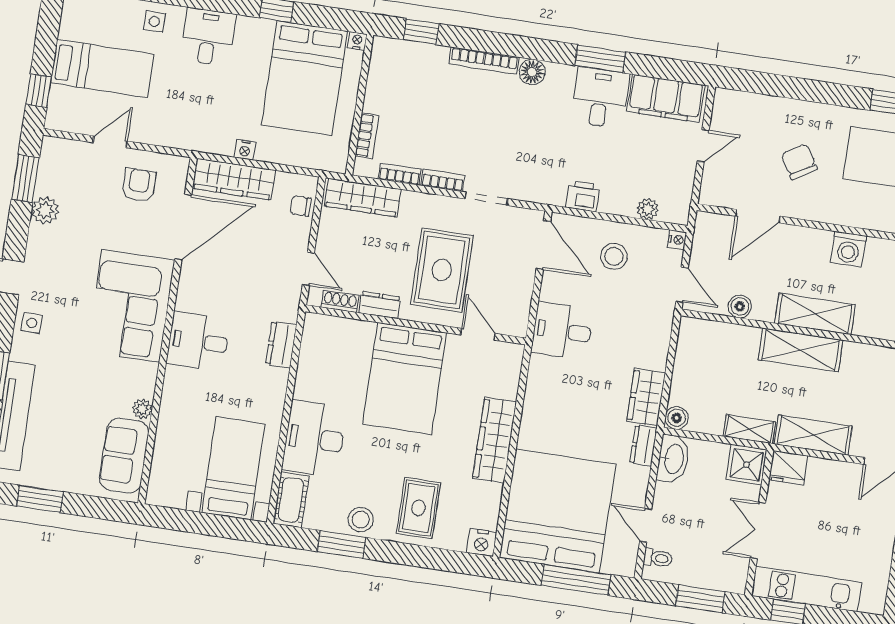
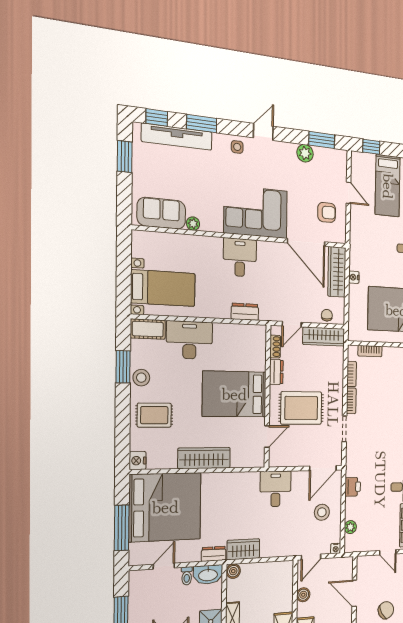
wardrobe: (363, 198) -> (324, 337), moved, turned -90
toilet: (658, 558) -> (187, 576), moved

